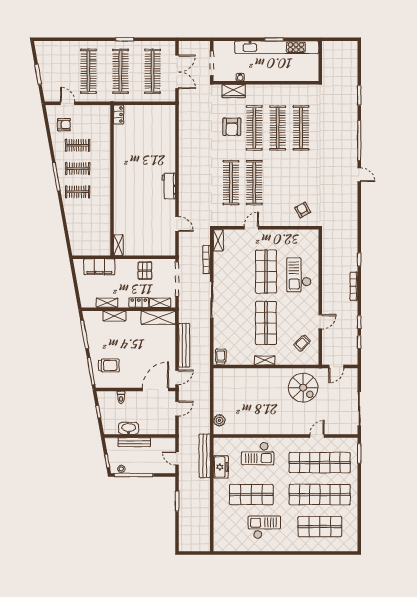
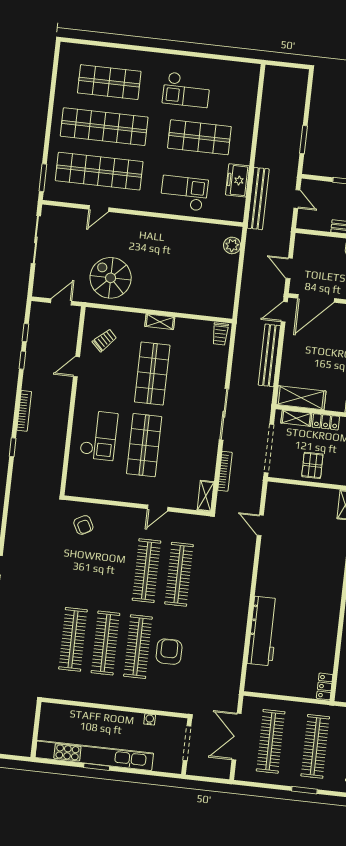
wardrobe: (234, 91) -> (161, 701), removed
workbench: (169, 186) -> (263, 631), moved, width x1.88, depth x1.32
door: (177, 409) -> (289, 268), hinge flipped

